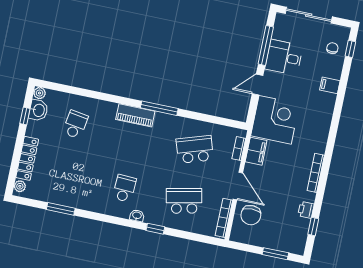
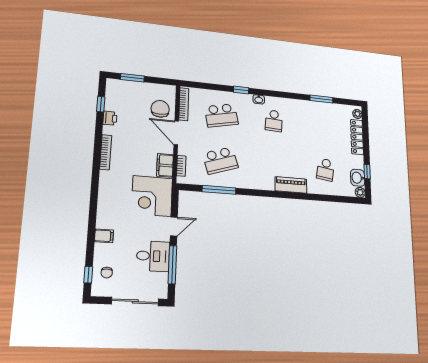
window: (159, 108) -> (219, 190), moved
piano: (135, 115) -> (291, 185), moved

